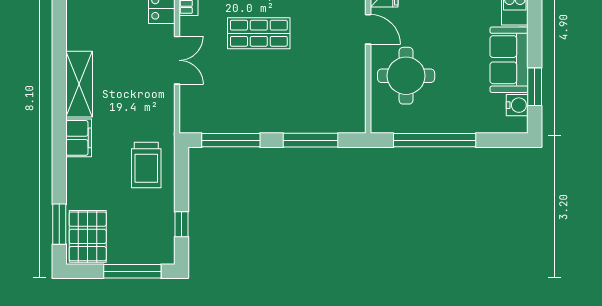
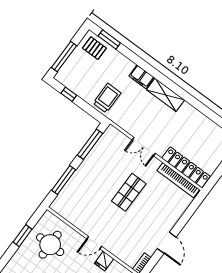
round table: (406, 76) -> (50, 245), moved
window: (435, 140) -> (22, 236), width x0.47
trolley: (146, 165) -> (107, 98), turned 90
pallet: (88, 236) -> (94, 48), width x0.67, depth x0.71

